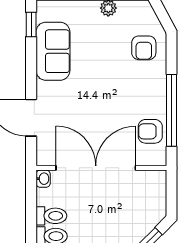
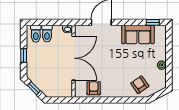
armchair: (144, 48) -> (140, 85), turned 55
window: (172, 110) -> (105, 100), removed

